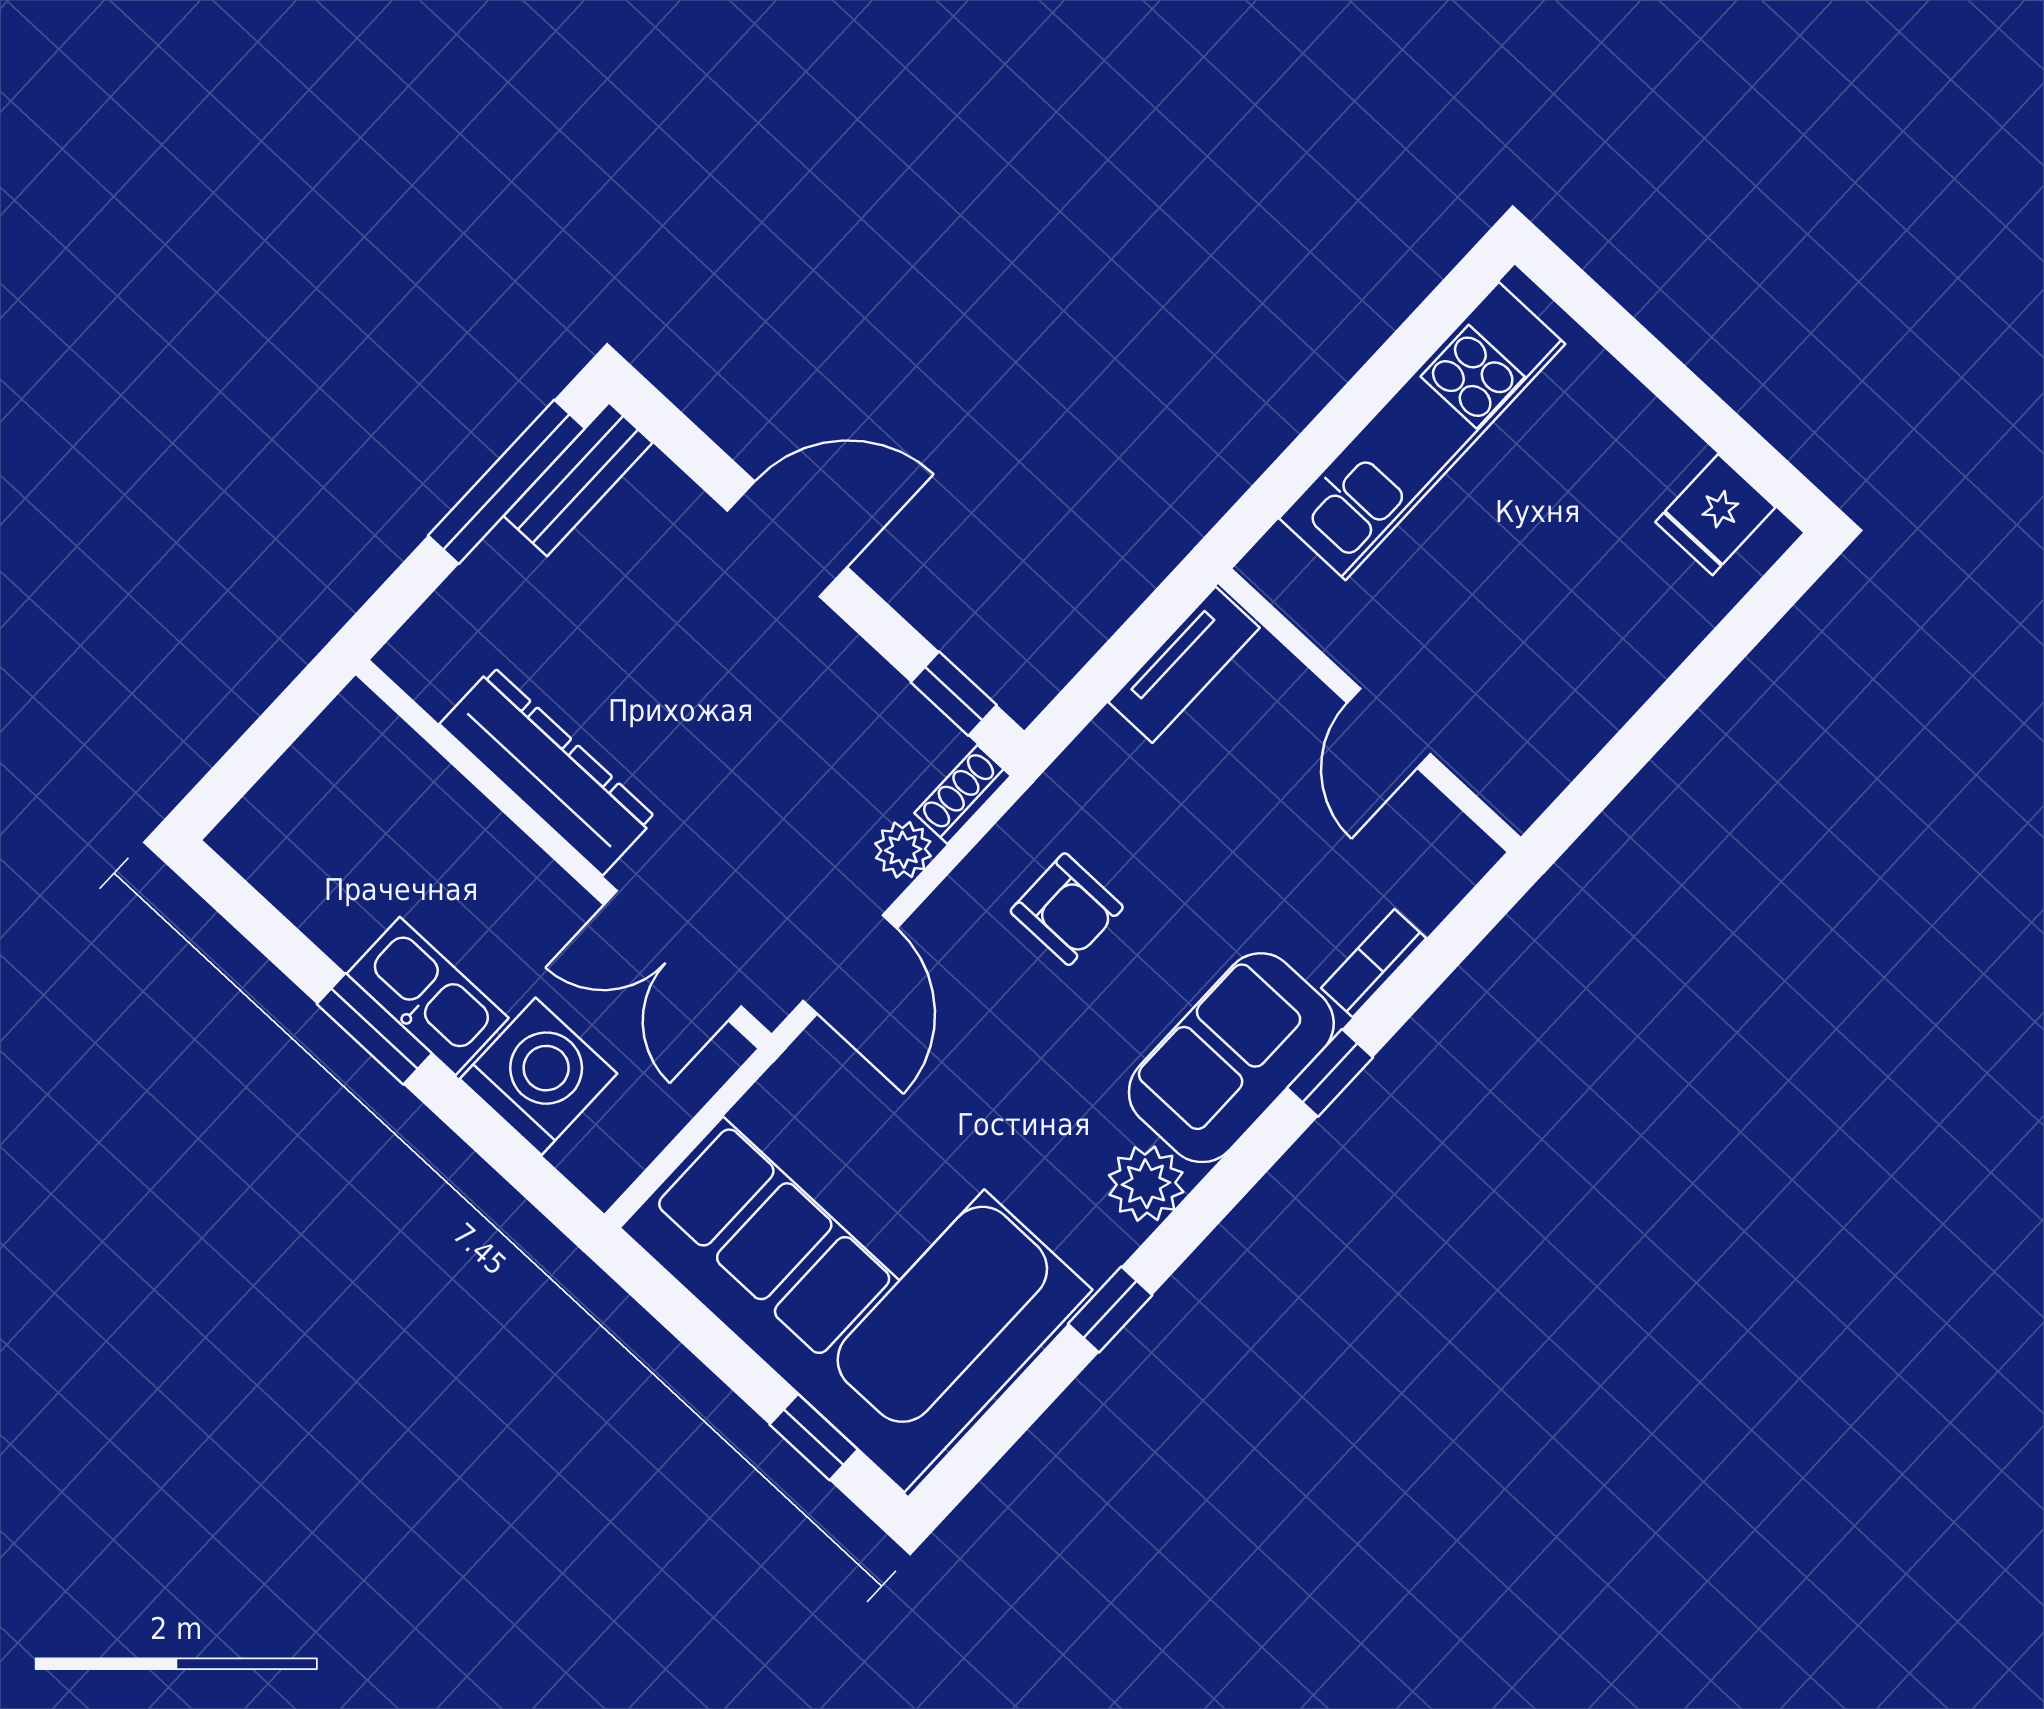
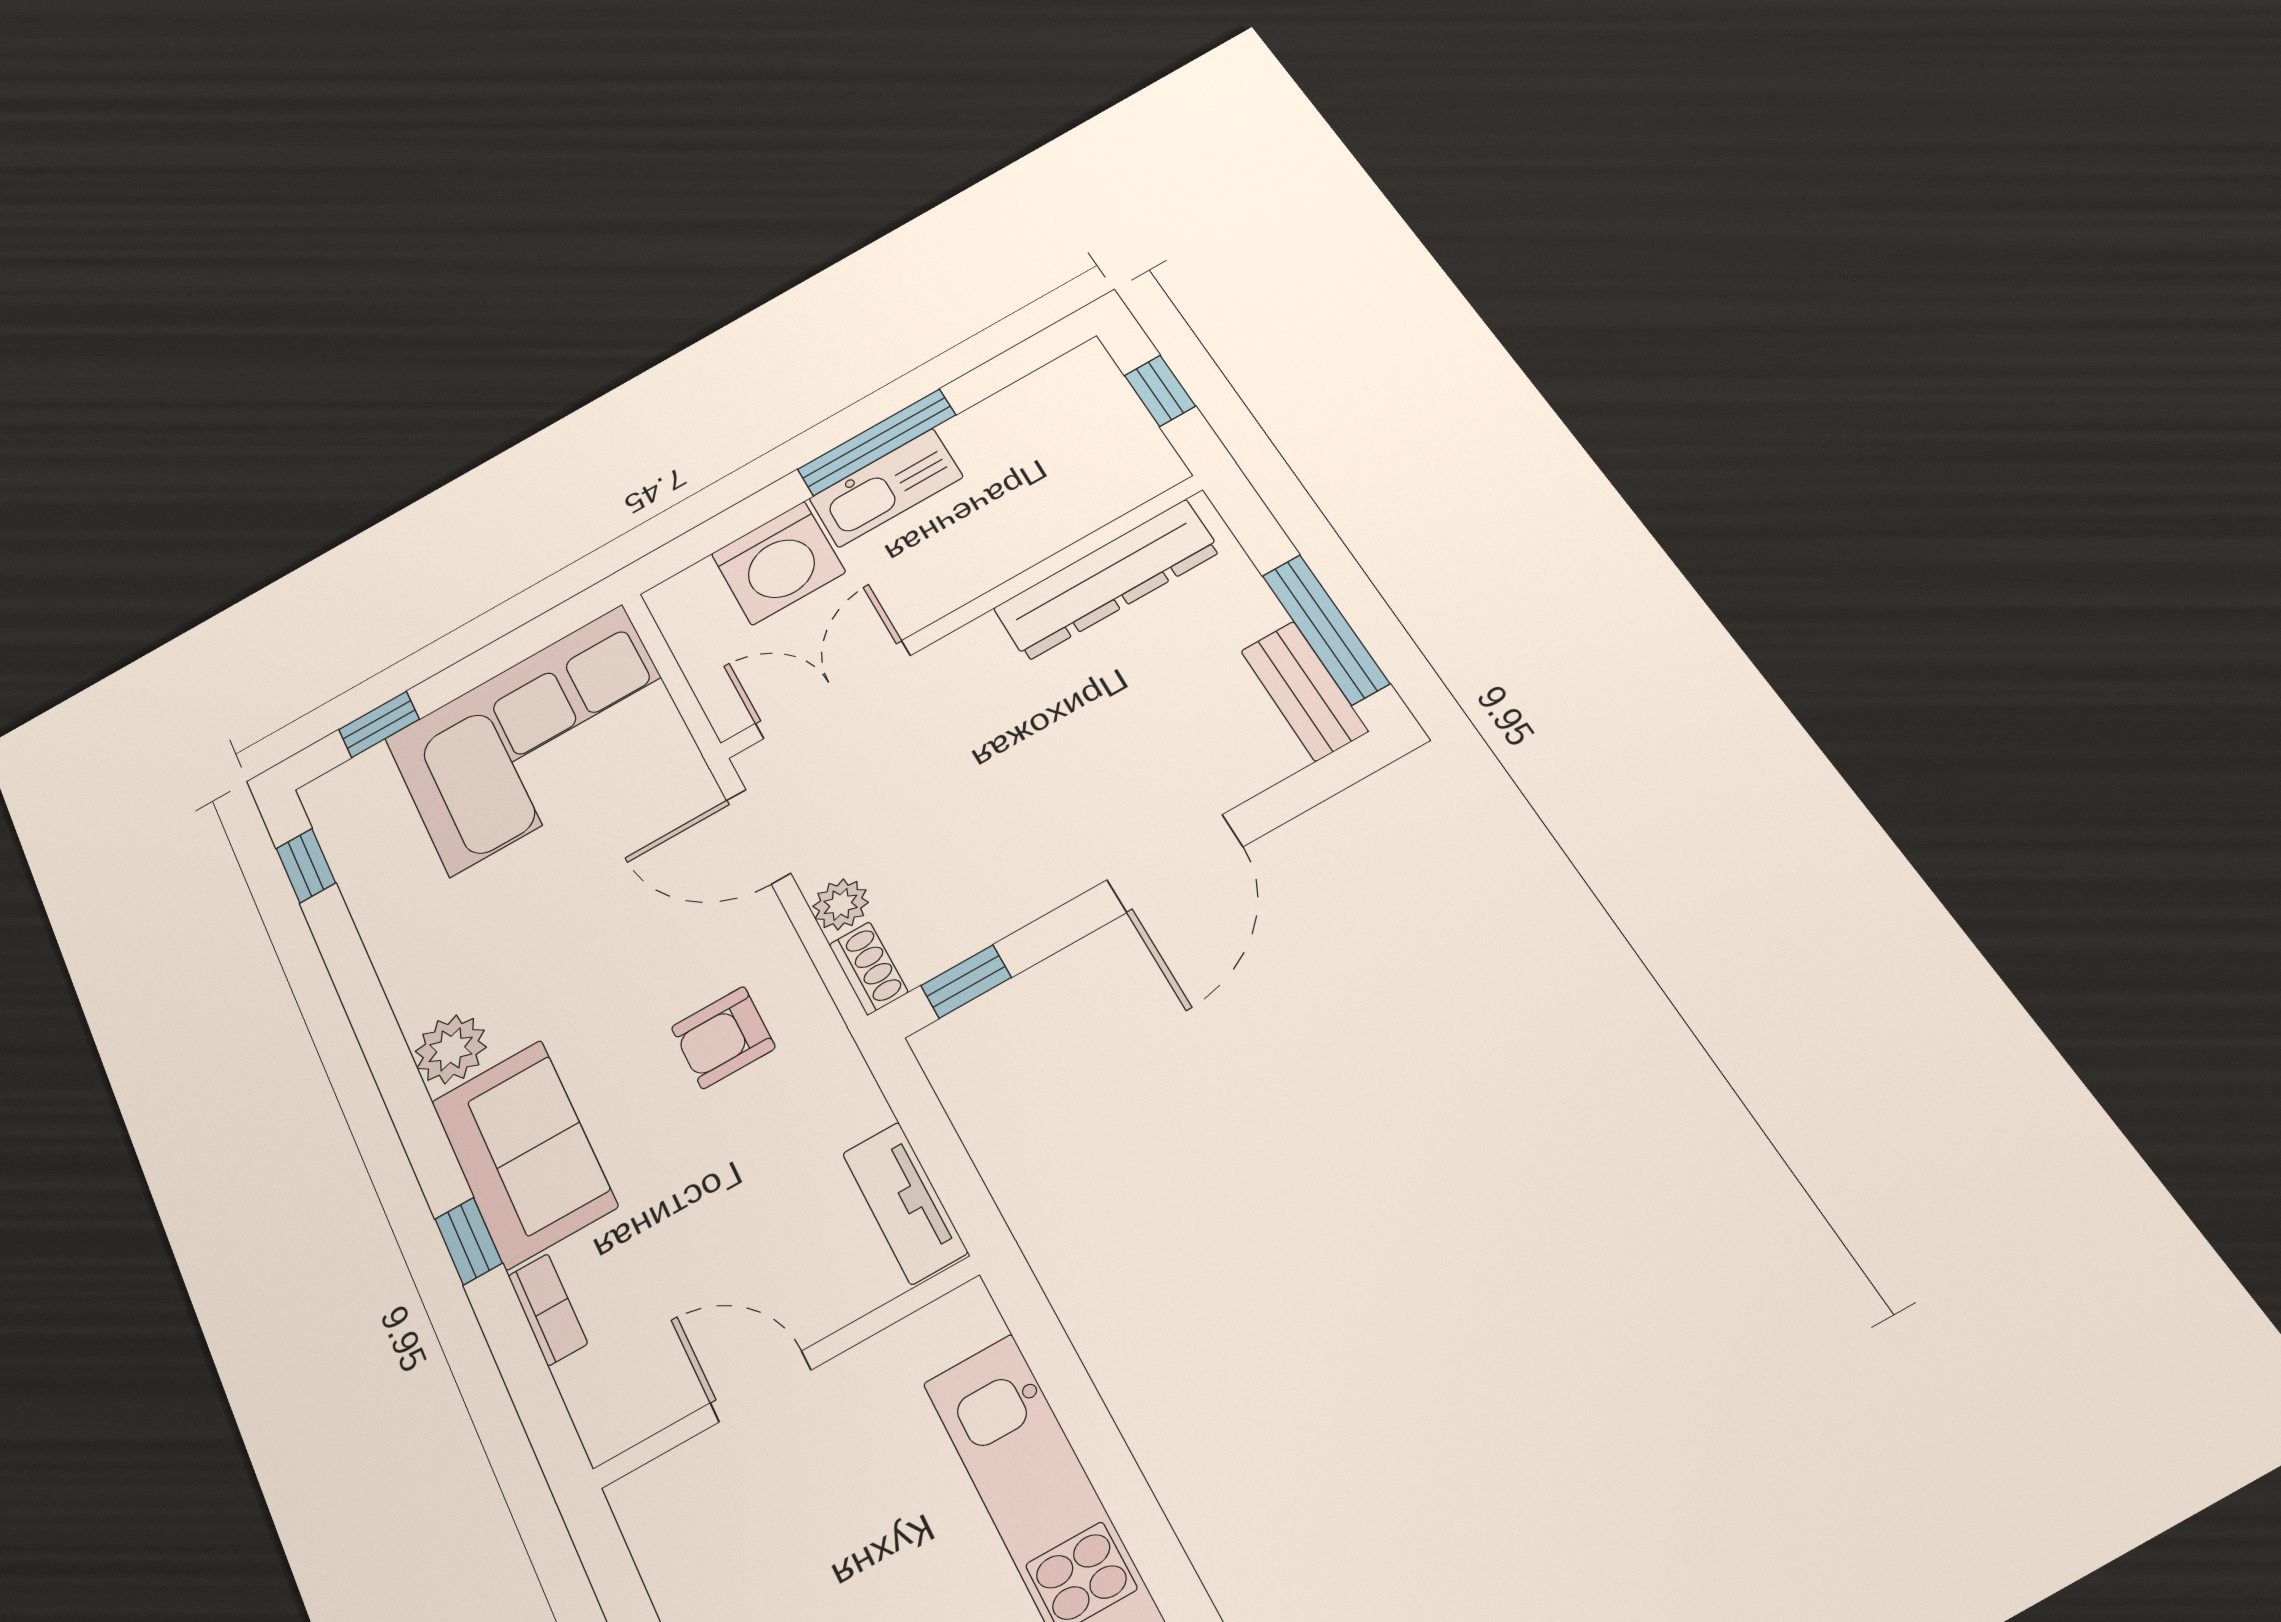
window: (260, 747) -> (1160, 391), added
dresser: (548, 771) -> (1107, 580), moved
window: (374, 1029) -> (877, 442), width x1.44
corner sofa: (856, 1259) -> (537, 739), width x0.73, depth x0.74
window: (1110, 1309) -> (306, 866), moved

